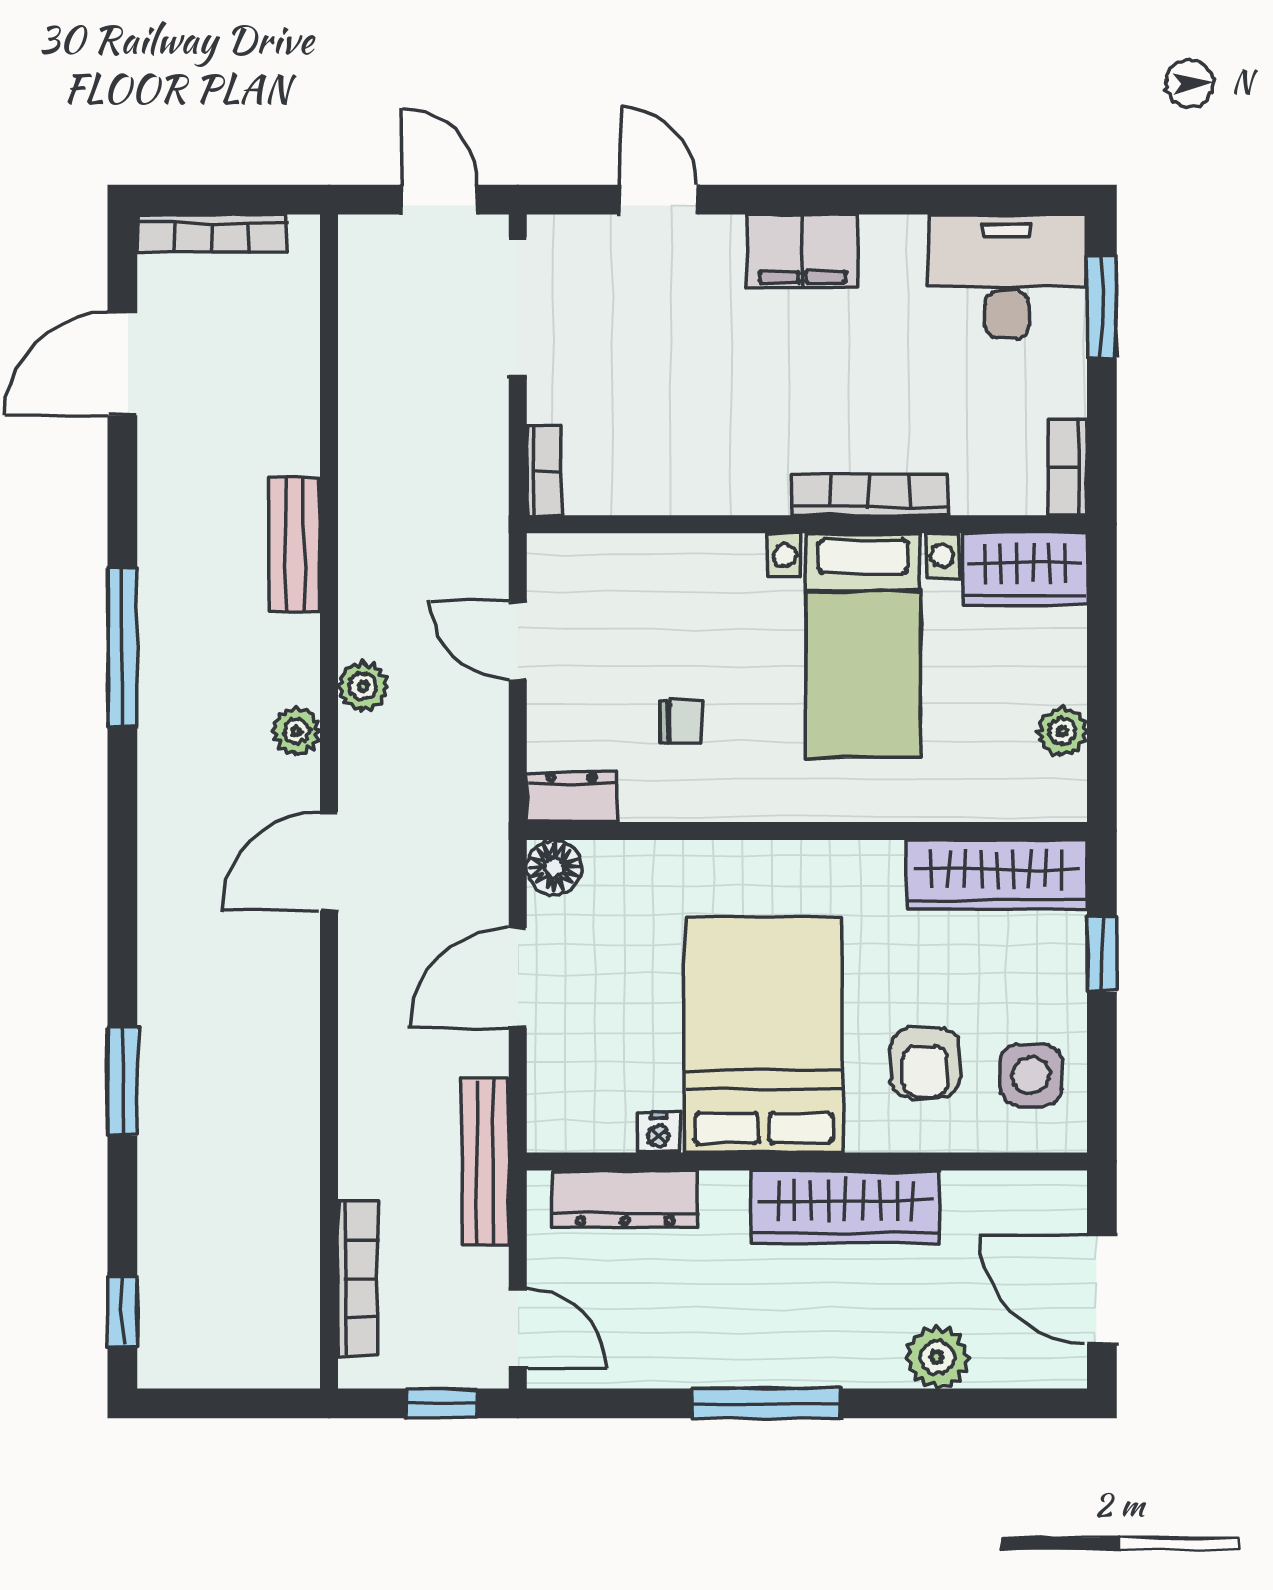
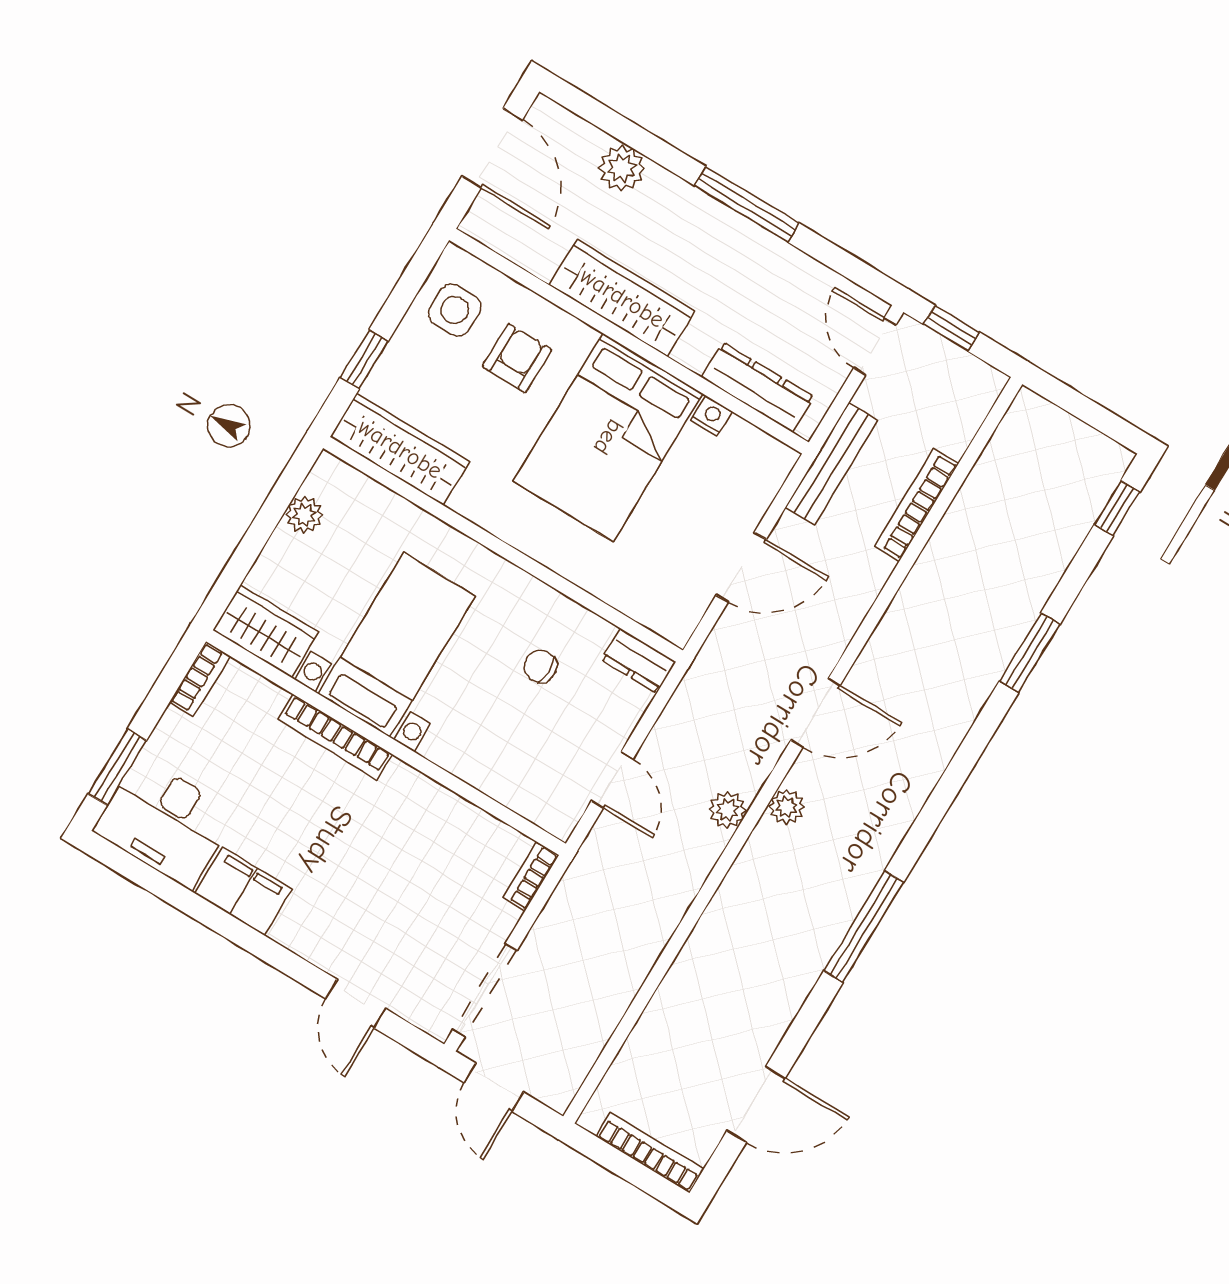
filing cabinet: (802, 251) -> (243, 891), moved
bench: (294, 545) -> (717, 925), removed
floor lamp: (554, 867) -> (676, 623), removed
bookcase: (358, 1278) -> (917, 505), moved

